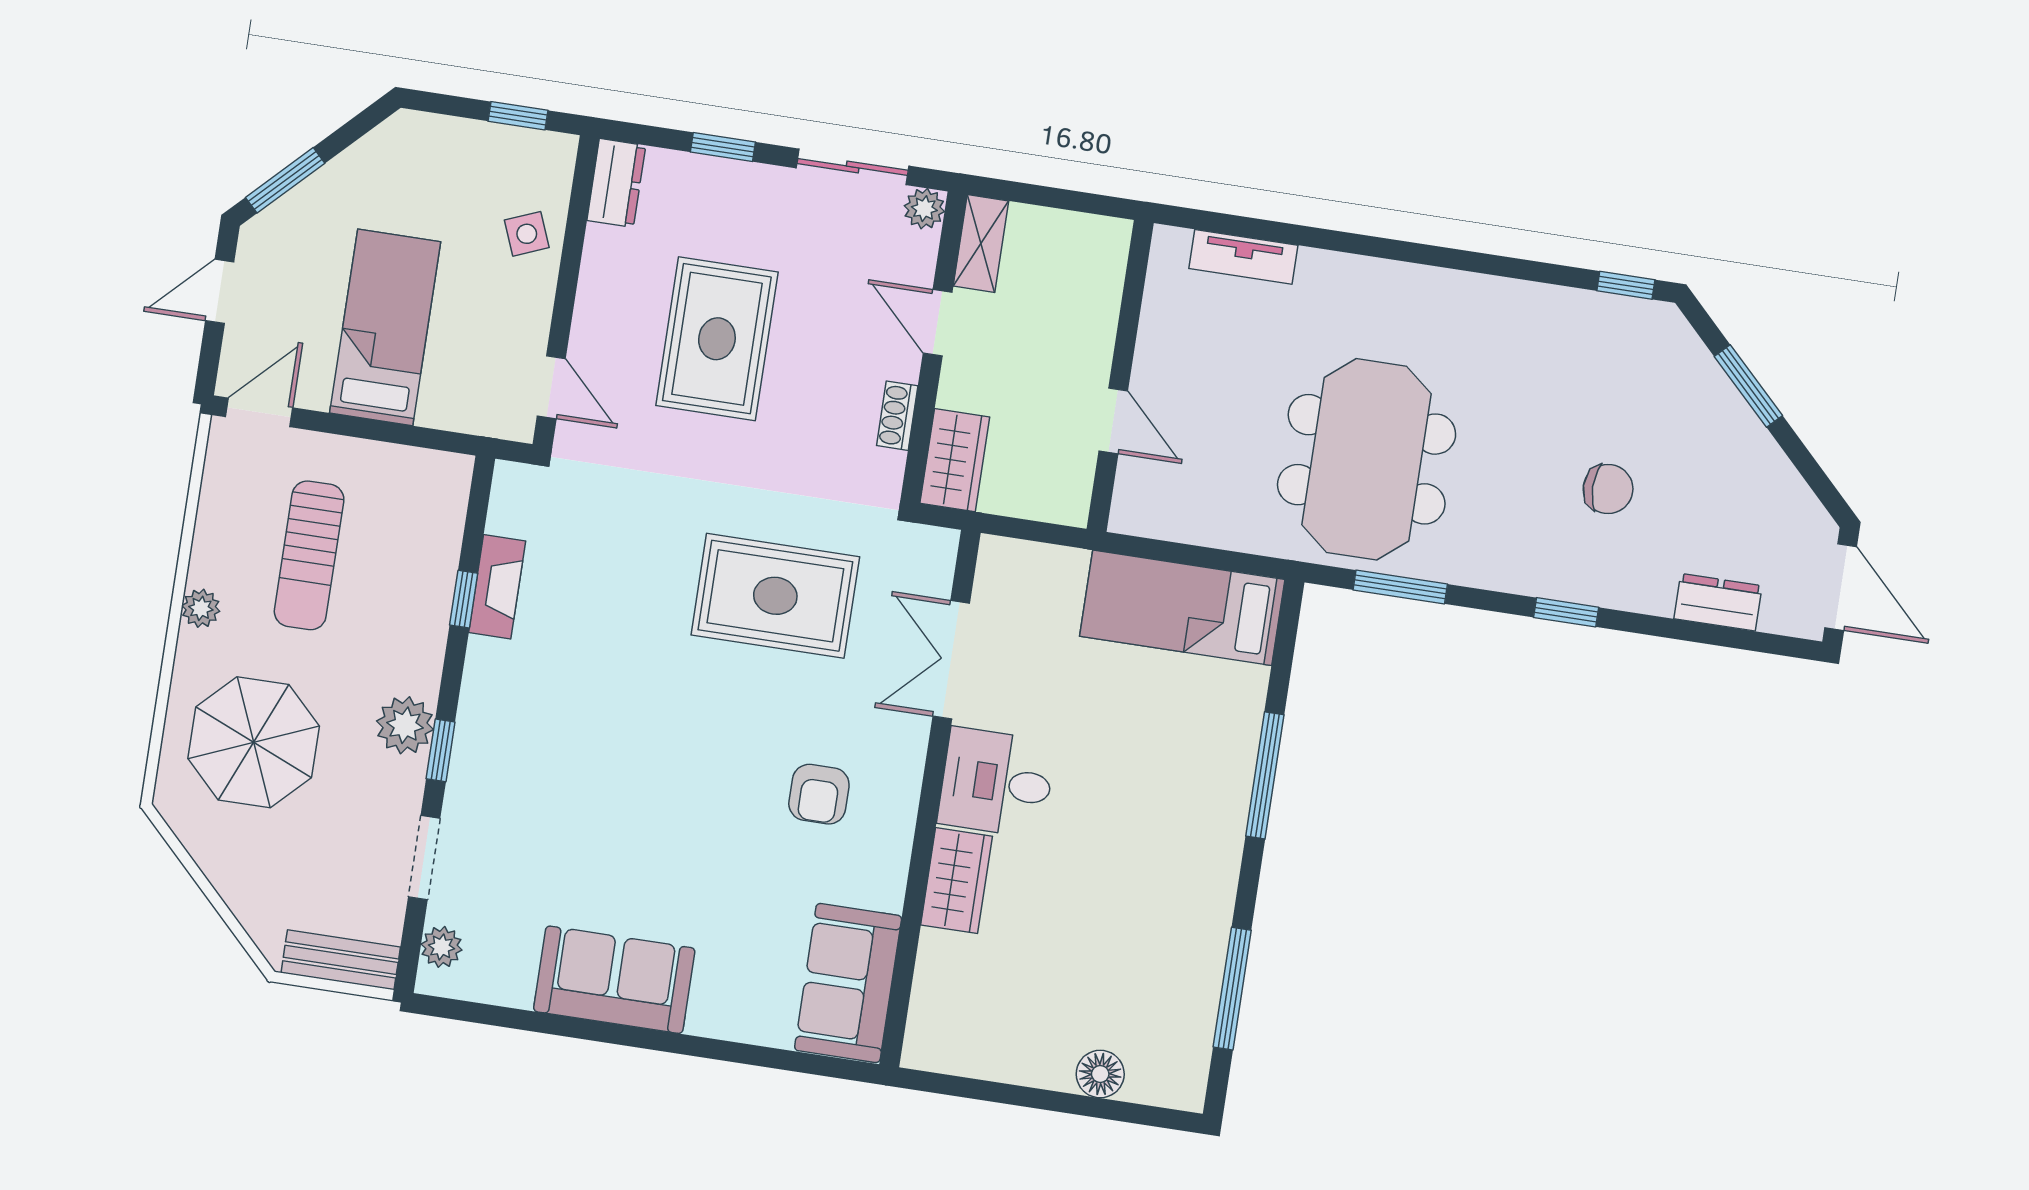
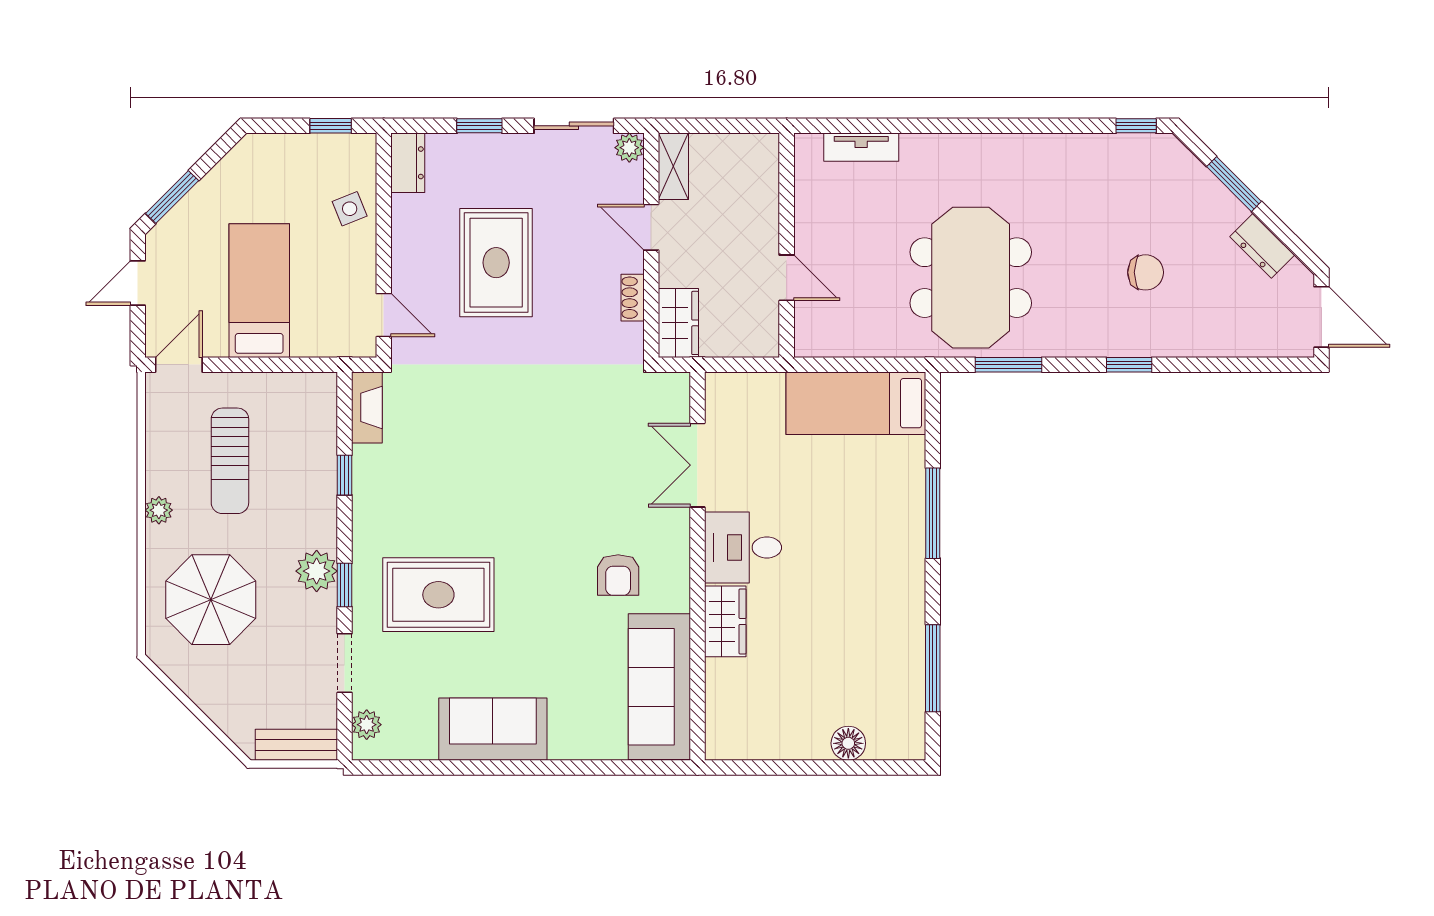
fireplace: (497, 587) -> (367, 407), moved
rug: (775, 596) -> (438, 595), moved
dresser: (1718, 602) -> (1262, 246), moved, turned -135
sofa: (848, 983) -> (659, 687), width x1.36

